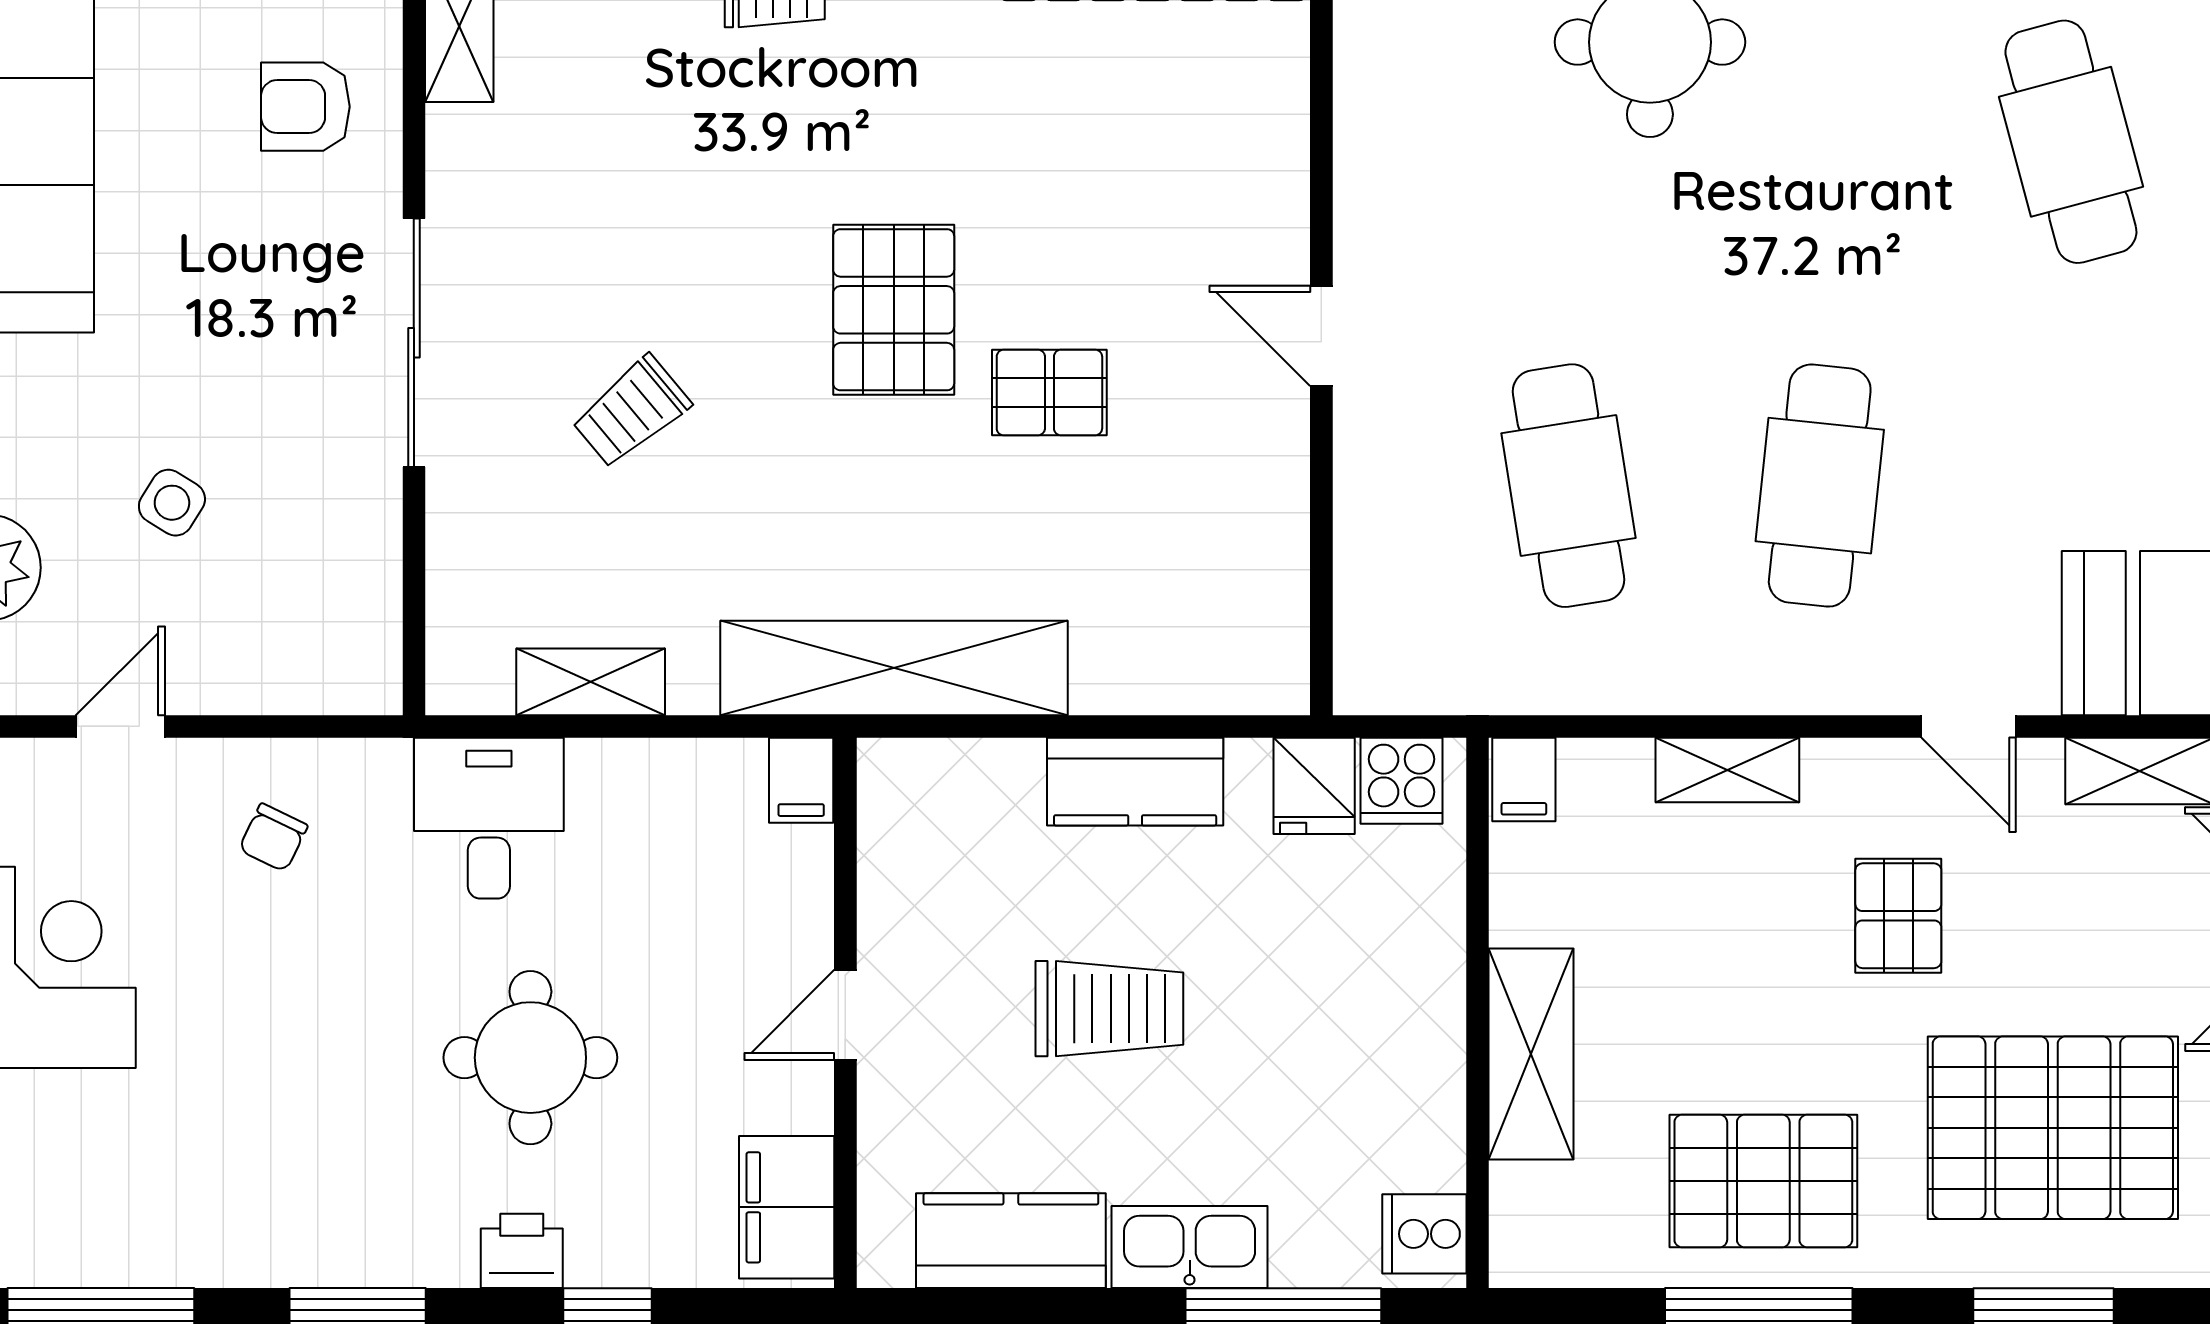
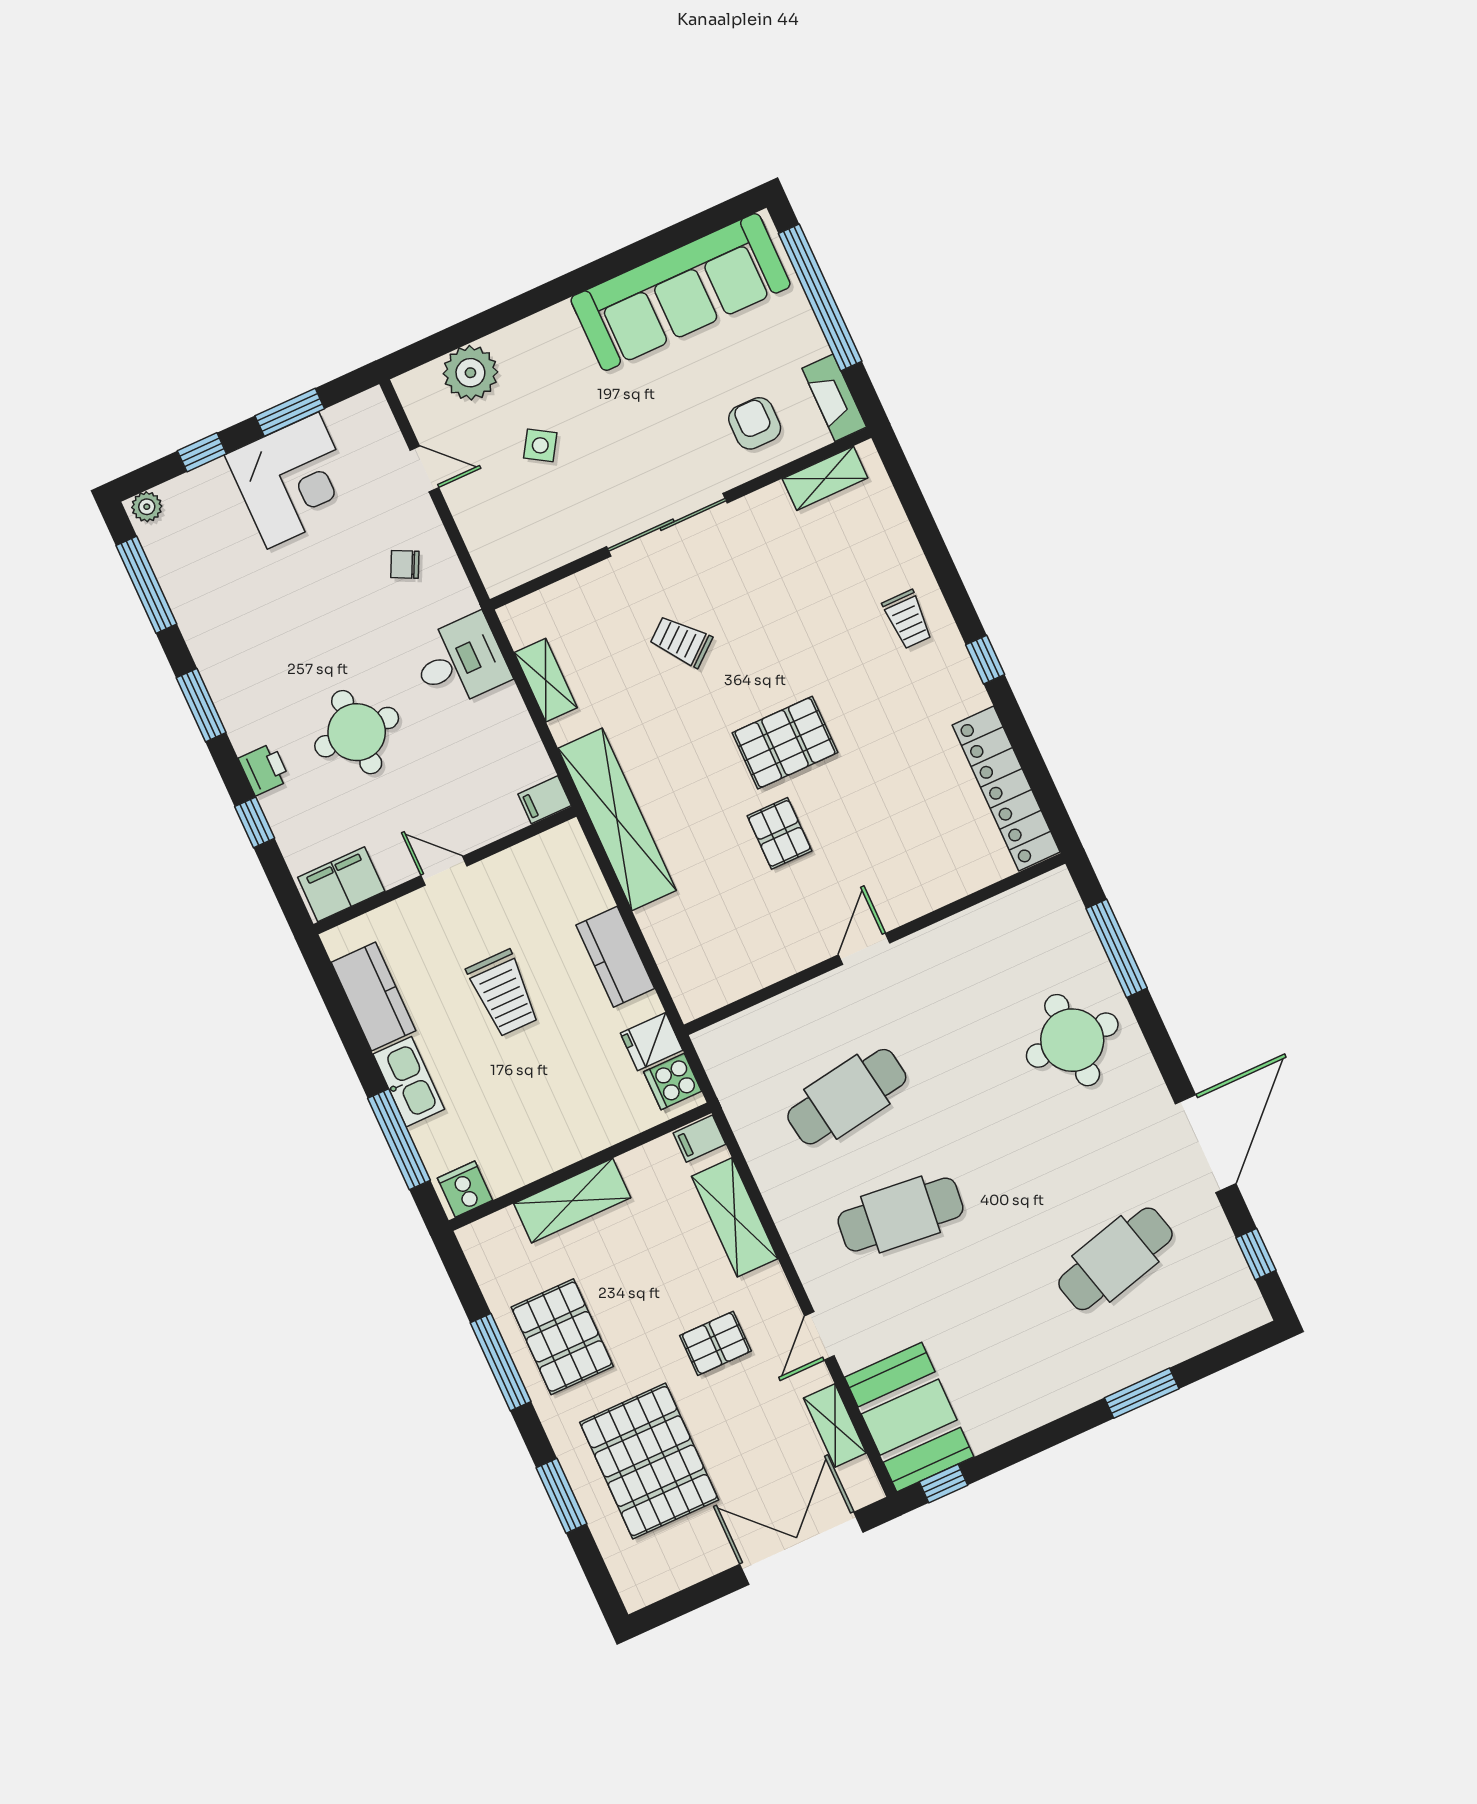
shelving: (1727, 770) -> (735, 1217), width x1.50, depth x1.33

